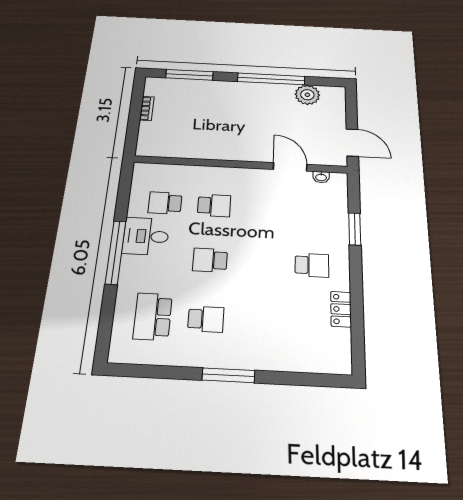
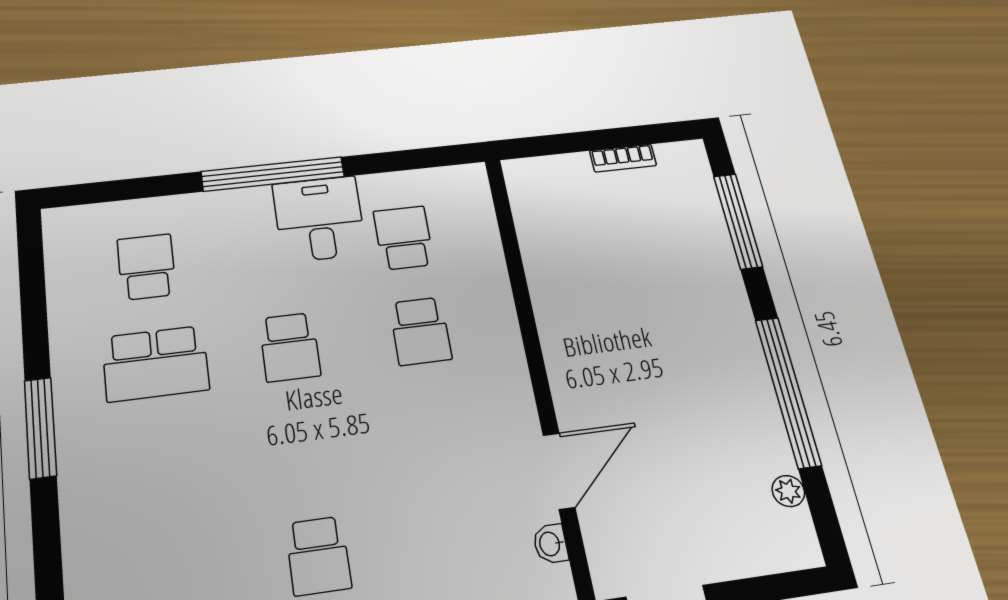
plant: (307, 95) -> (788, 491), width x0.53, depth x0.53
school desk: (210, 260) -> (290, 347), turned 180
school desk: (153, 317) -> (147, 267), width x0.54
school desk: (206, 319) -> (156, 363), width x1.85

